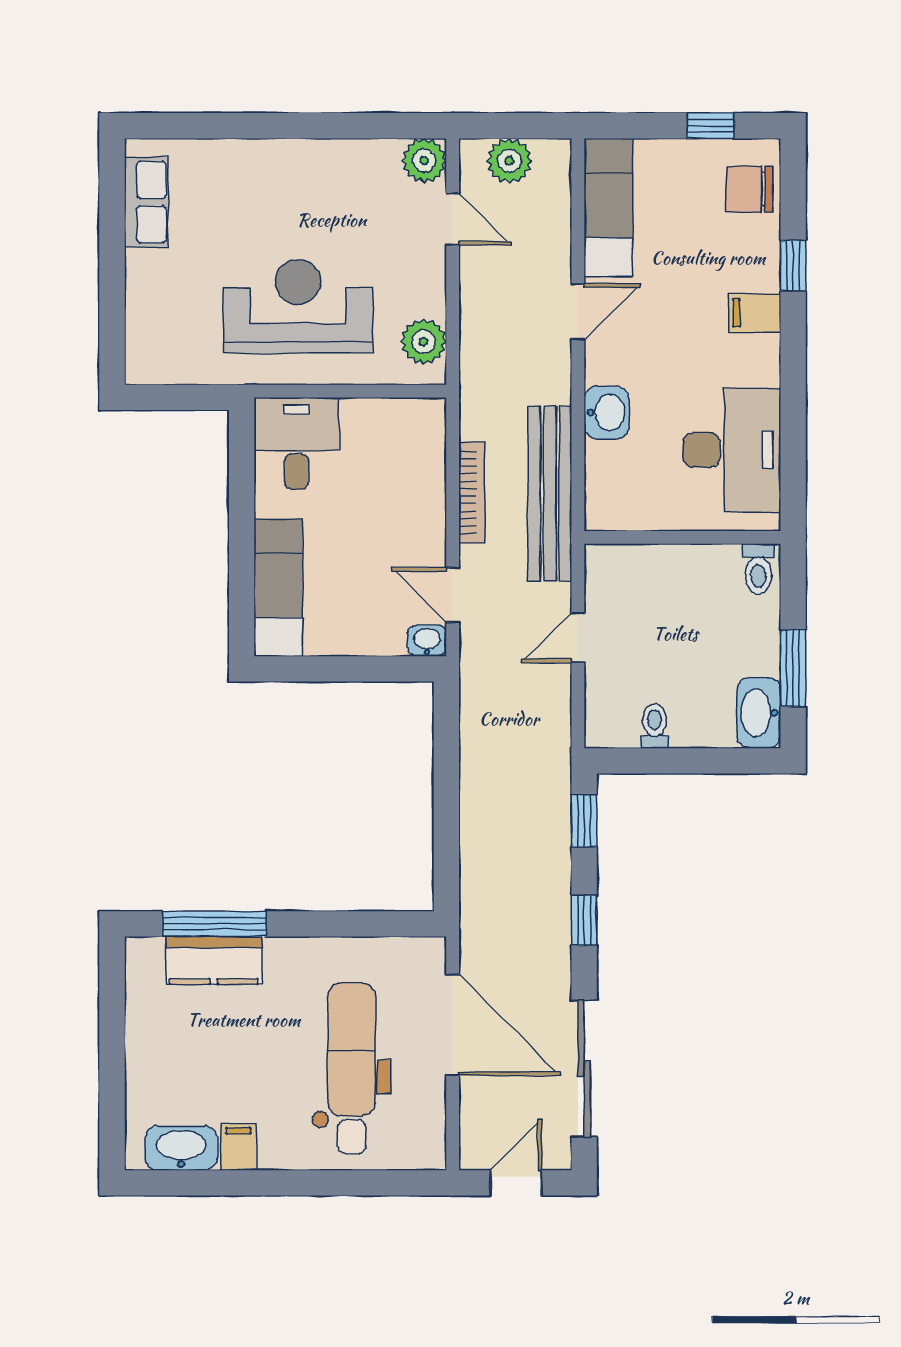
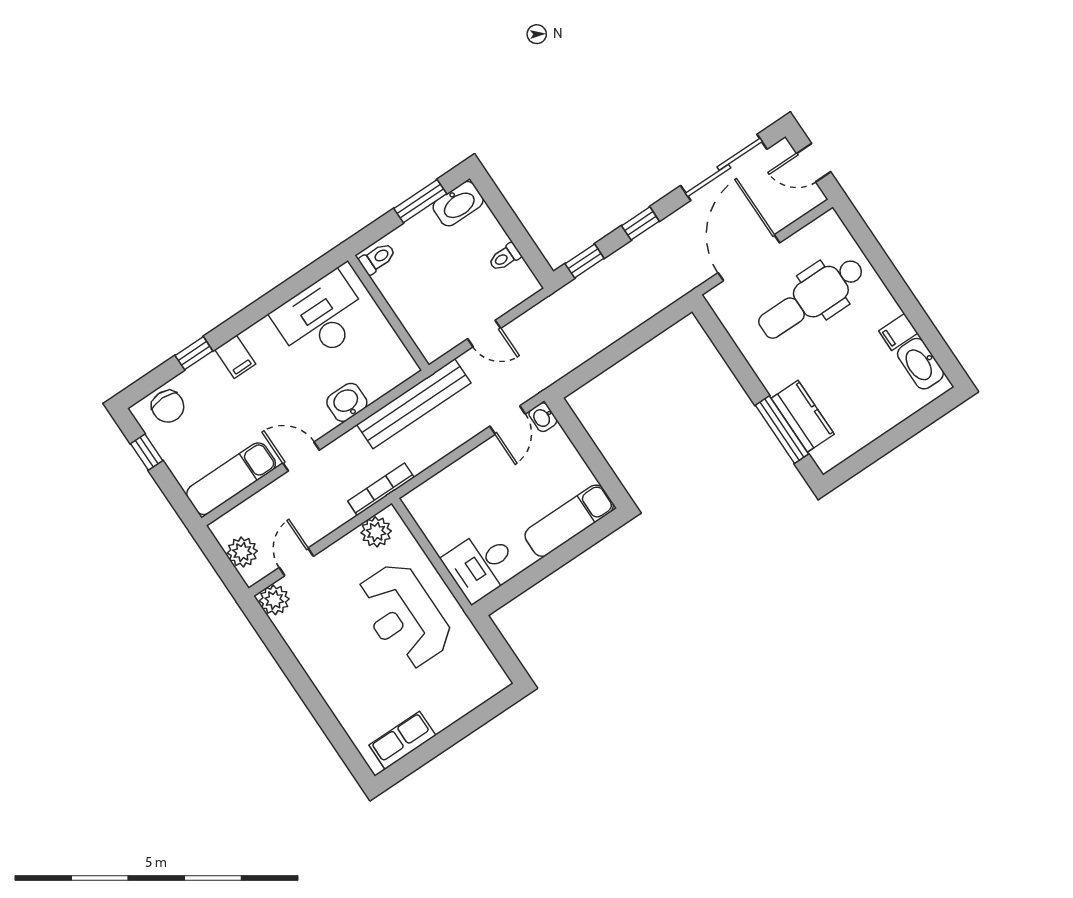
bookcase: (472, 492) -> (381, 489), moved

